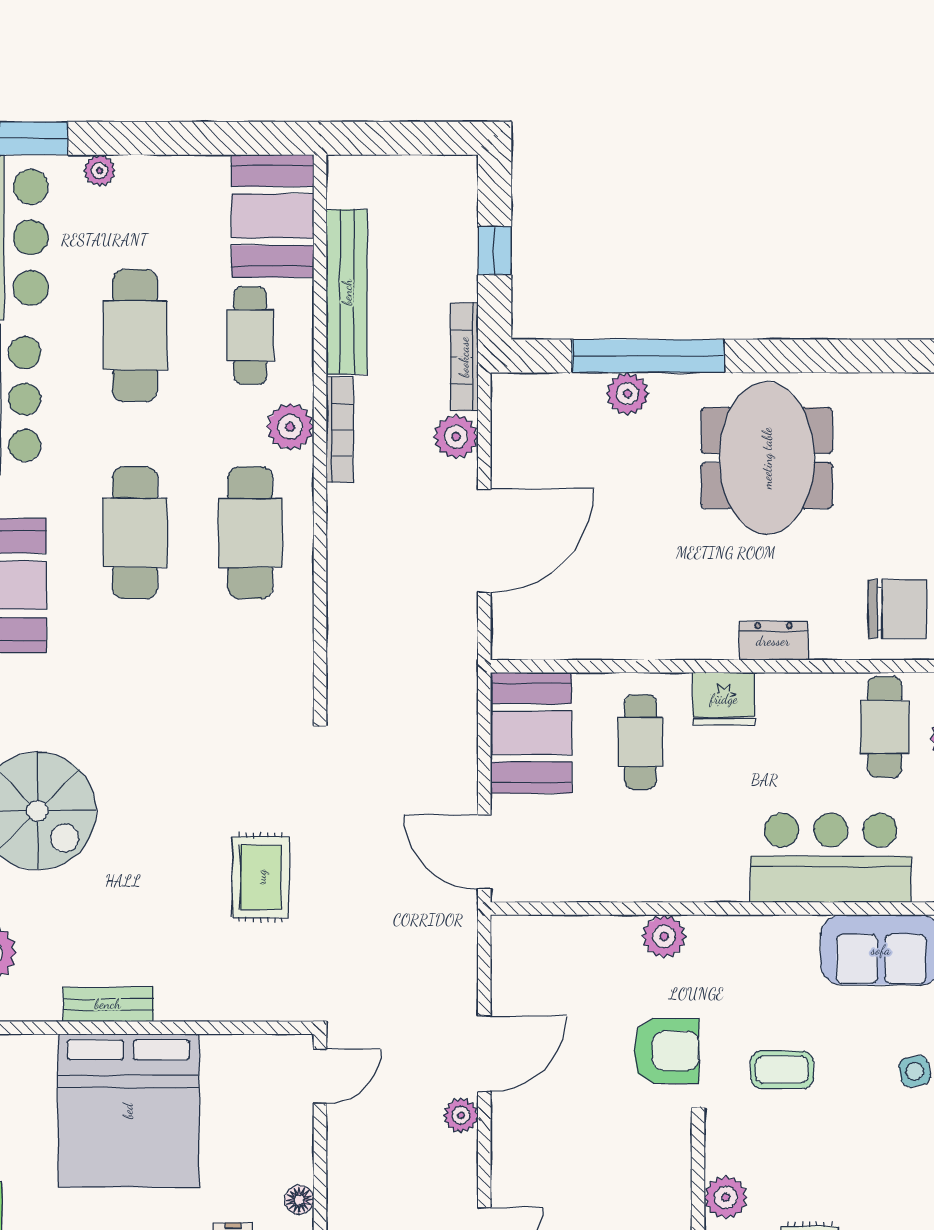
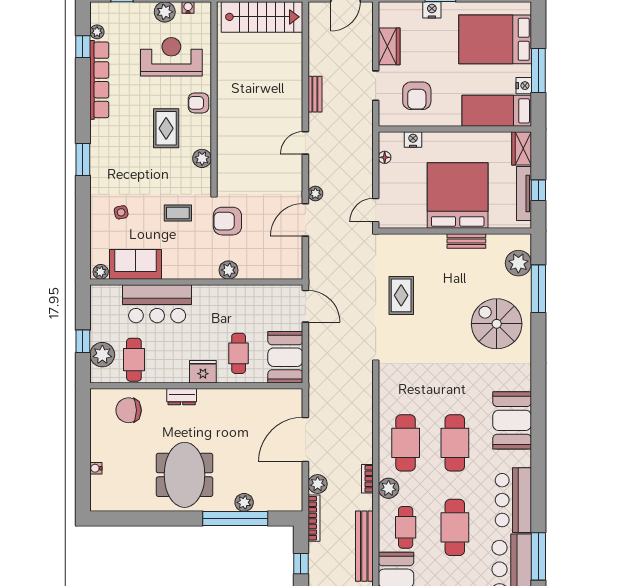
bookcase: (340, 430) -> (367, 479), width x0.64

